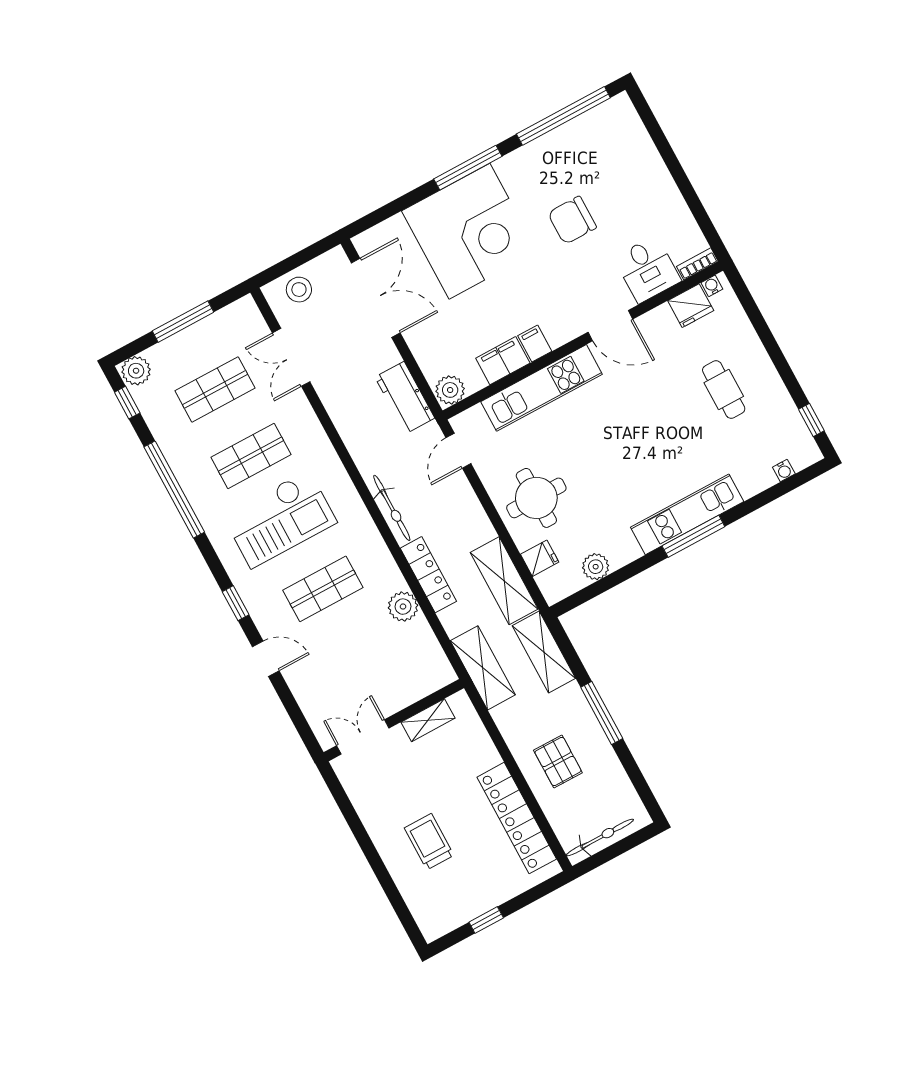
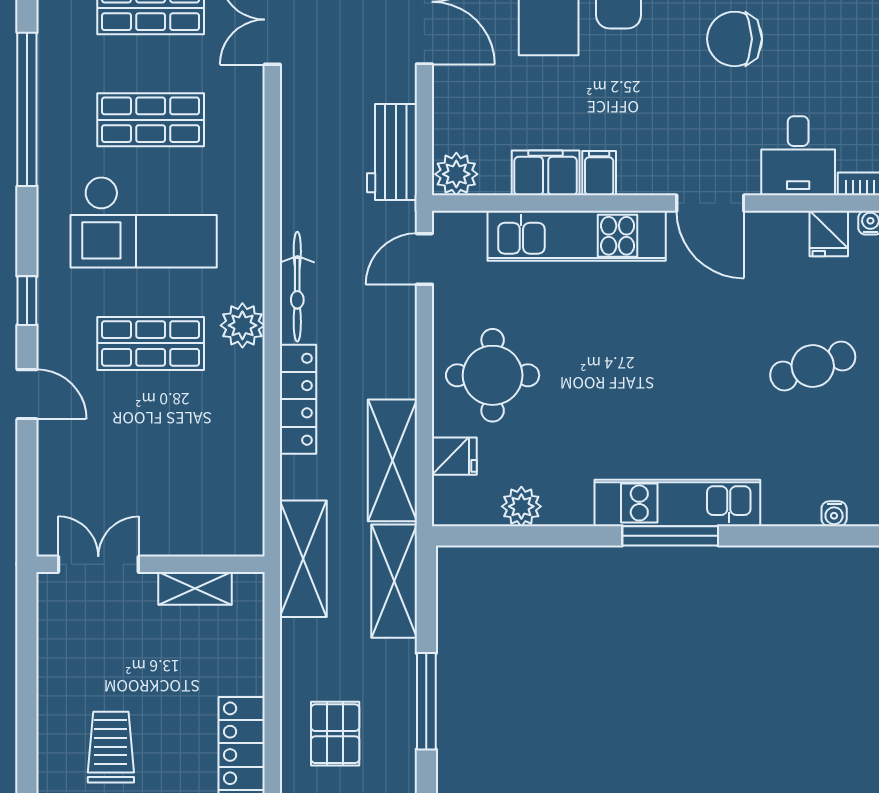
fridge: (691, 306) -> (829, 234), width x0.72
cafe table: (724, 390) -> (813, 366), turned 71
plant: (403, 607) -> (242, 325), moved

